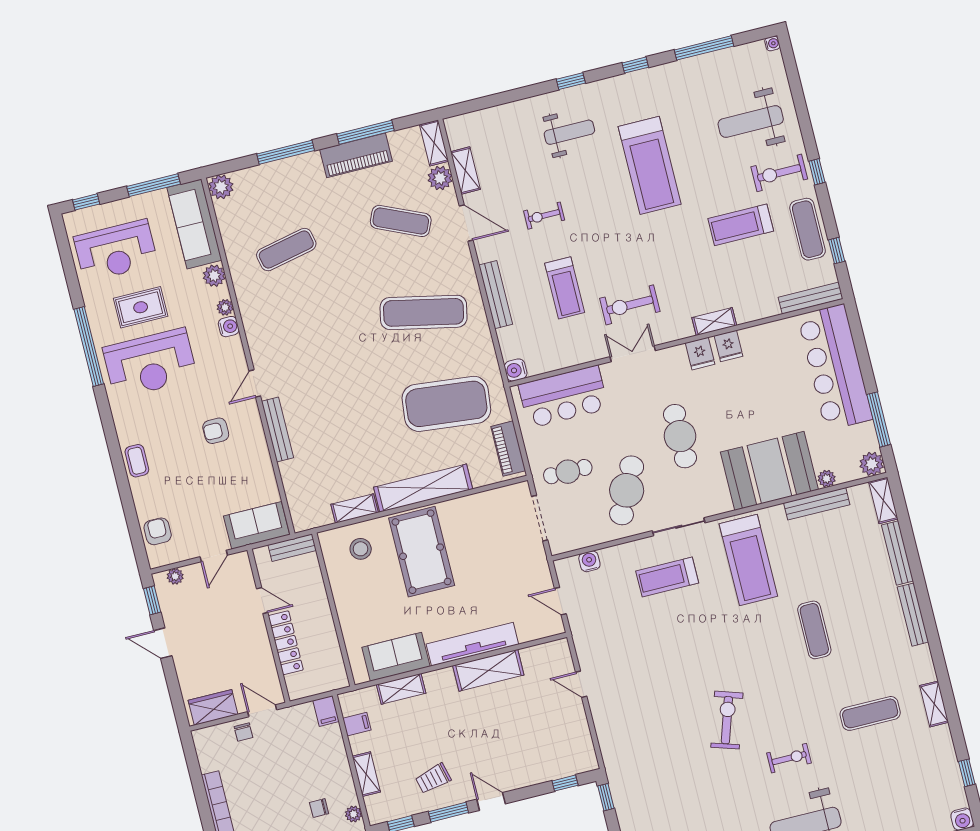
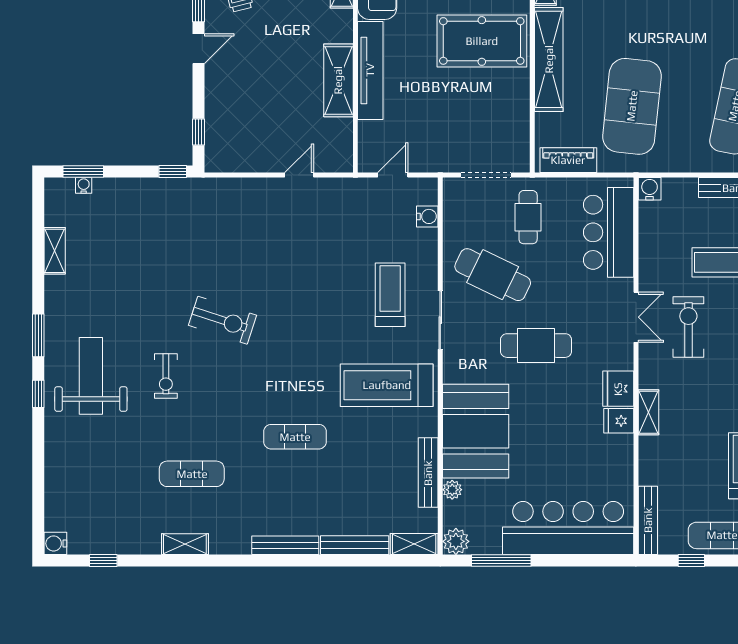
fridge: (700, 354) -> (618, 389), width x1.38
exercise mat: (870, 713) -> (192, 474), turned 90

